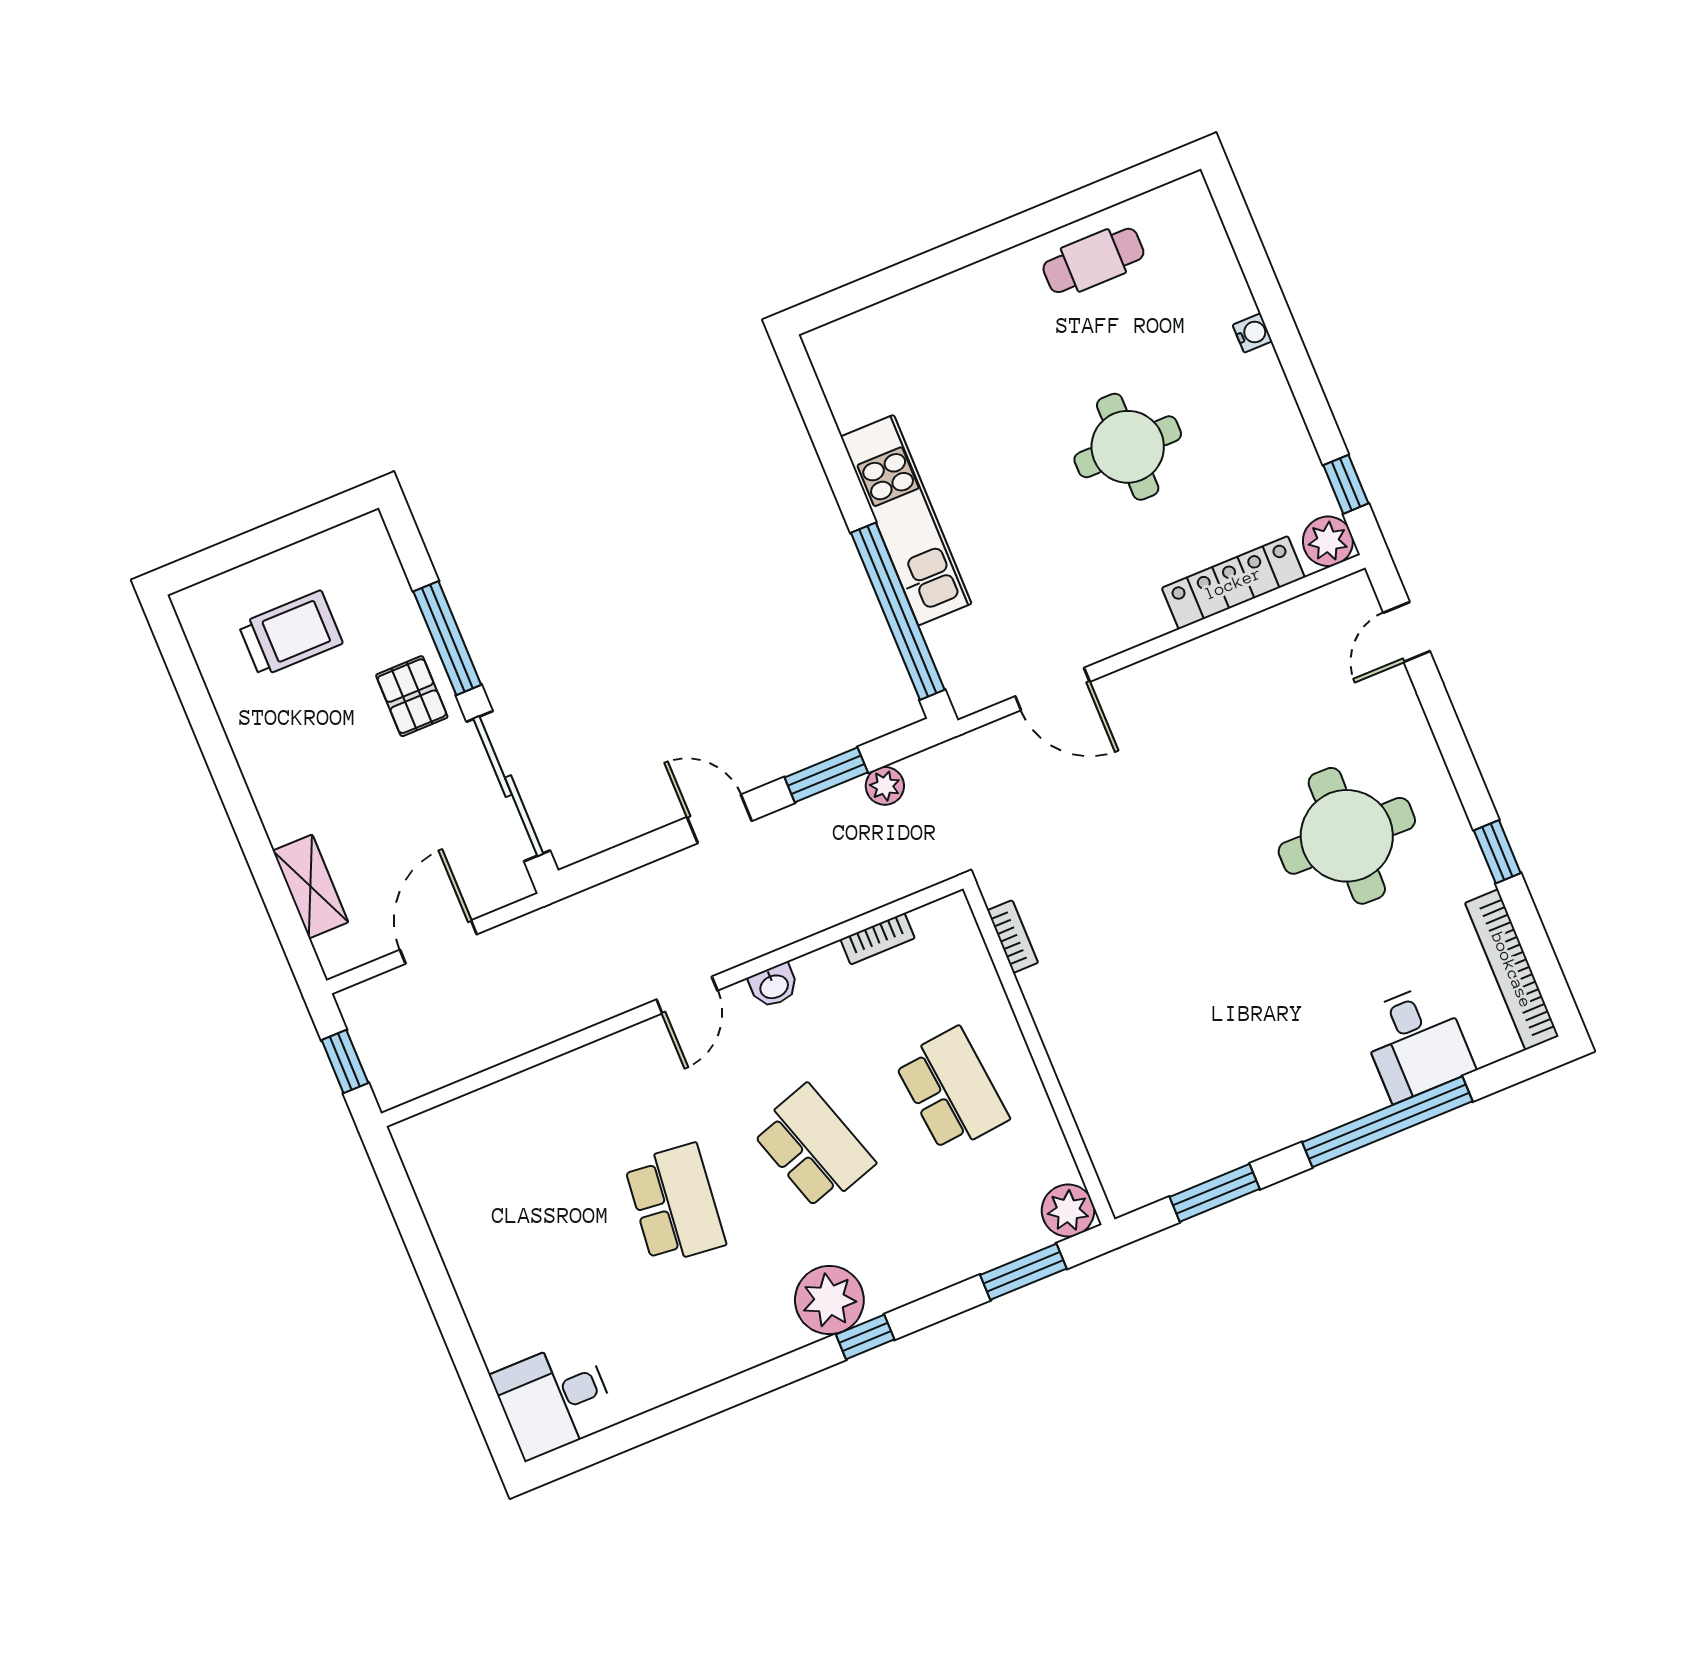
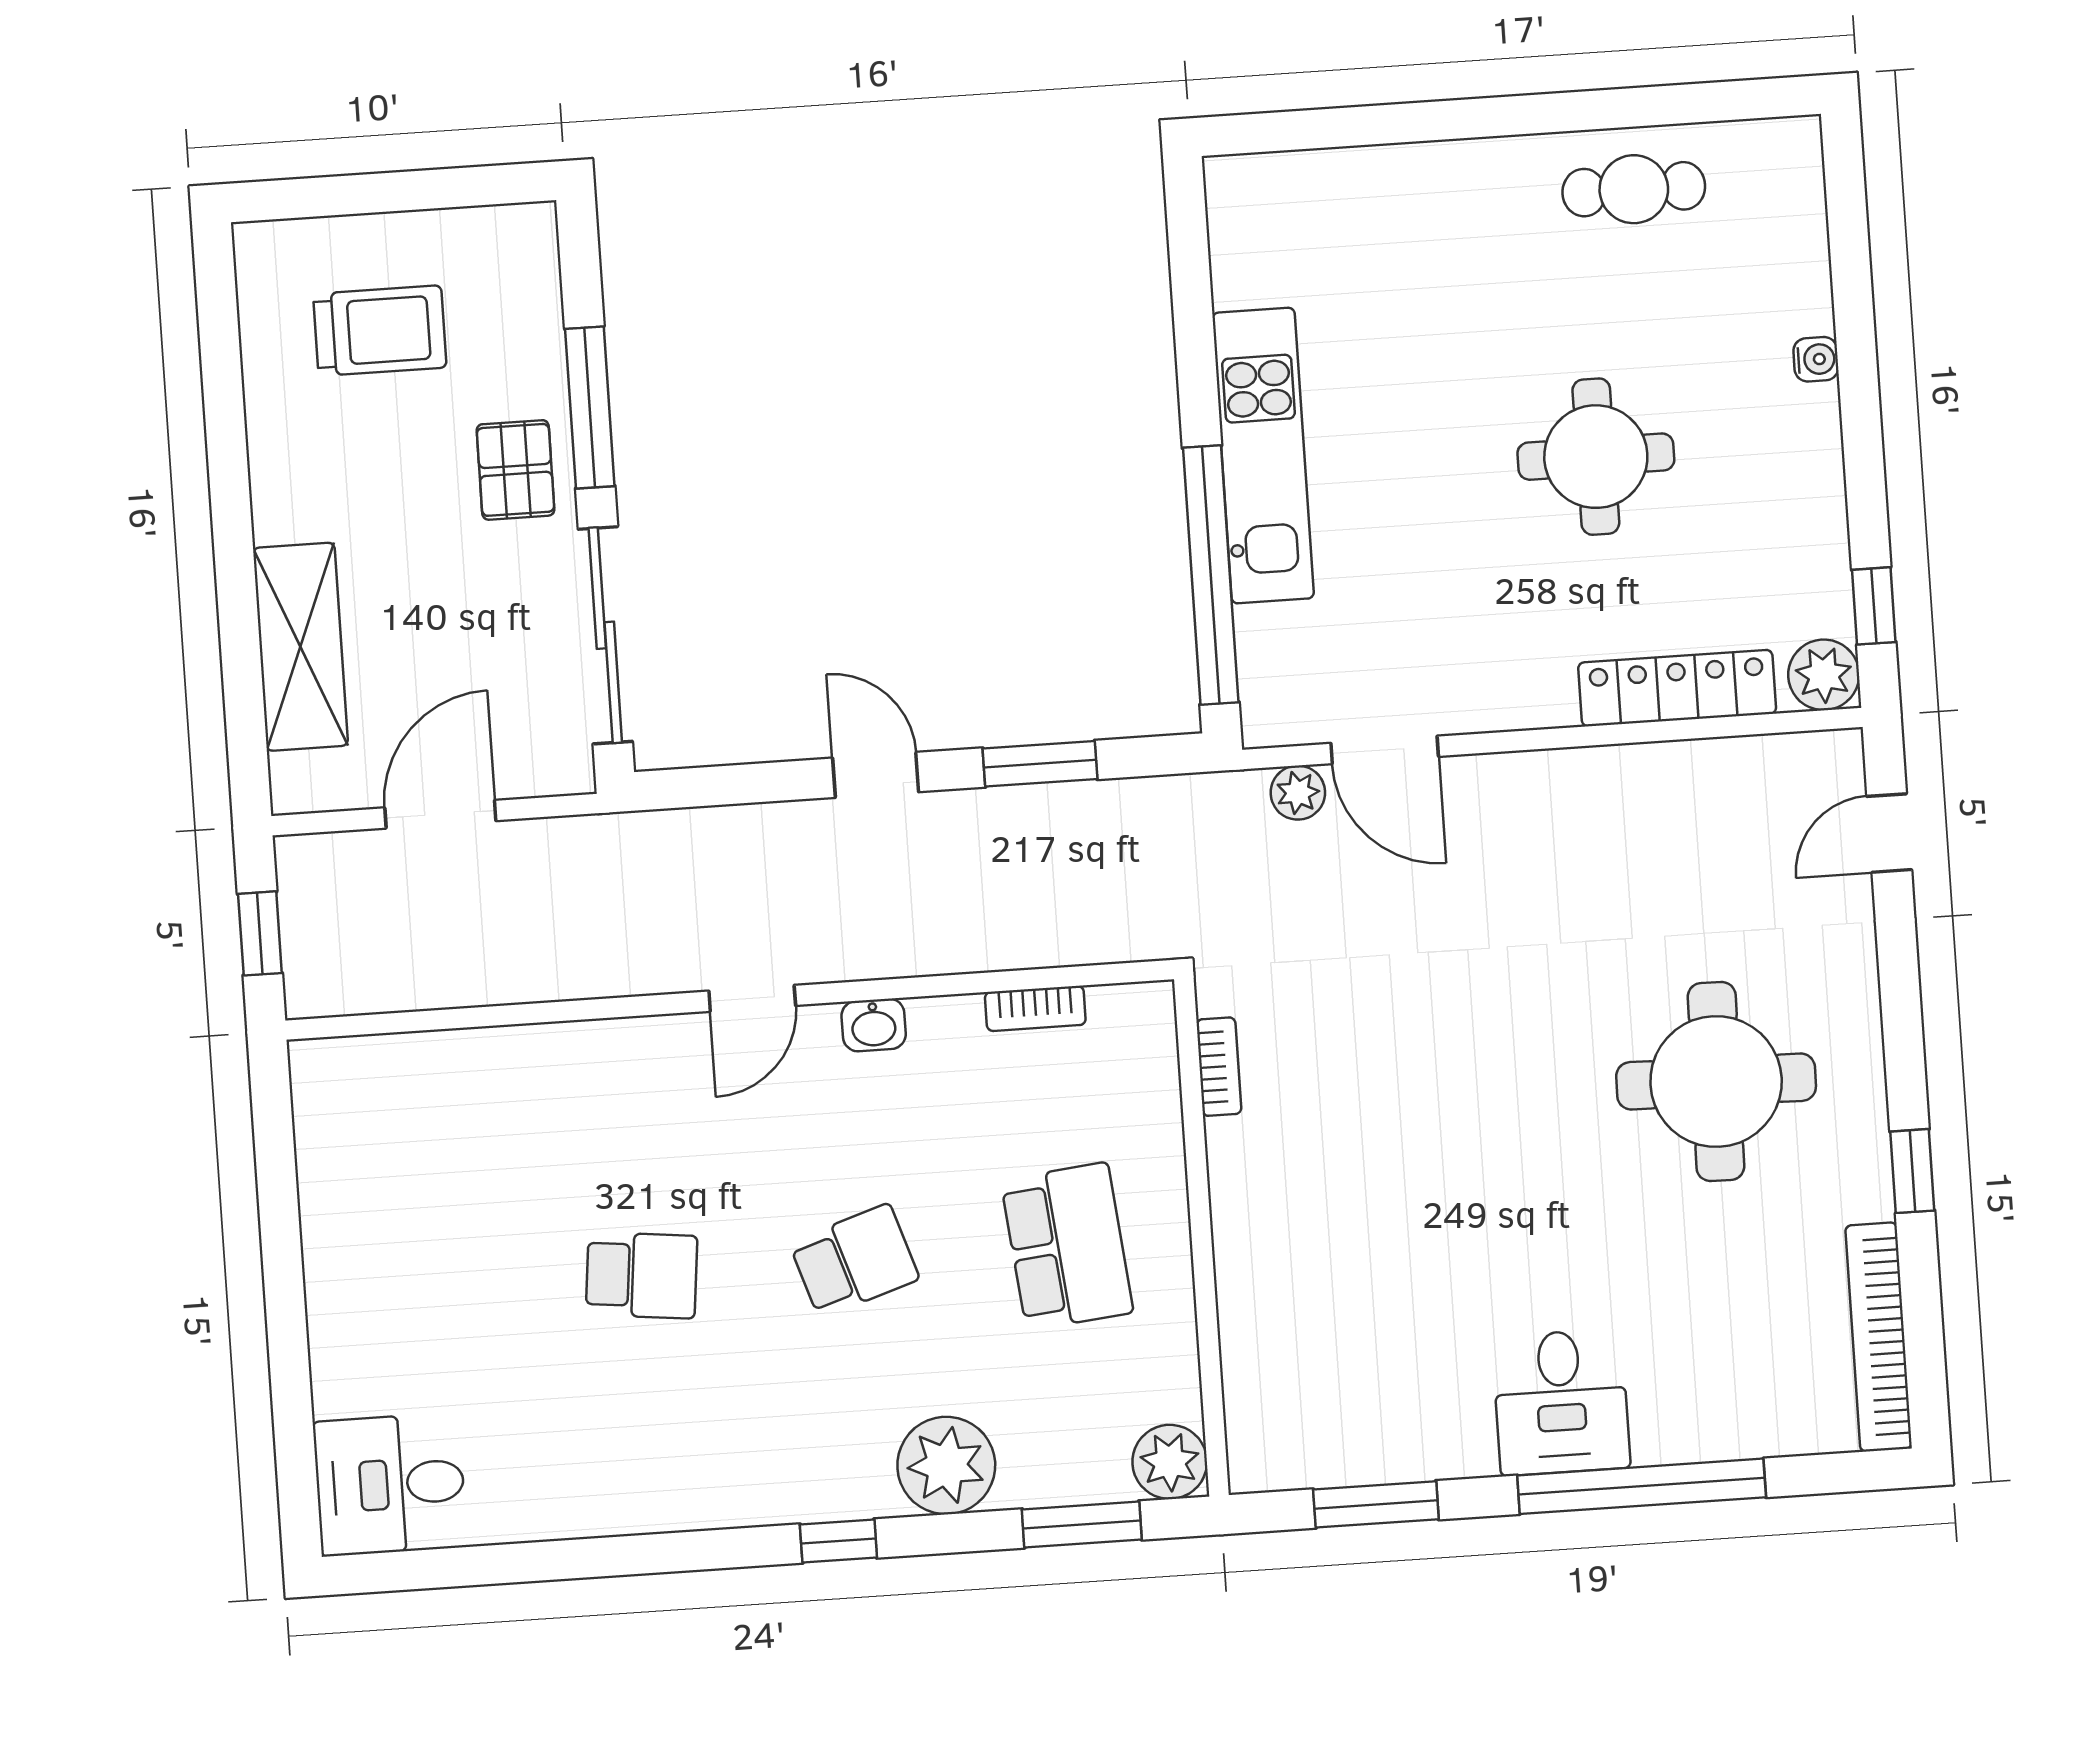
plant: (885, 786) -> (1298, 793), moved
shelving: (311, 886) -> (300, 647), width x1.50, depth x1.33
desk: (1416, 1042) -> (1561, 1402), moved
school desk: (813, 1147) -> (854, 1261), width x0.54
school desk: (675, 1204) -> (642, 1275), width x0.54
plant: (829, 1300) -> (946, 1465), moved

